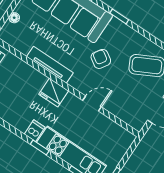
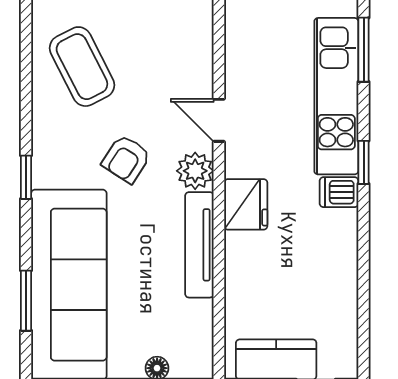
plant: (79, 82) -> (195, 171), added

